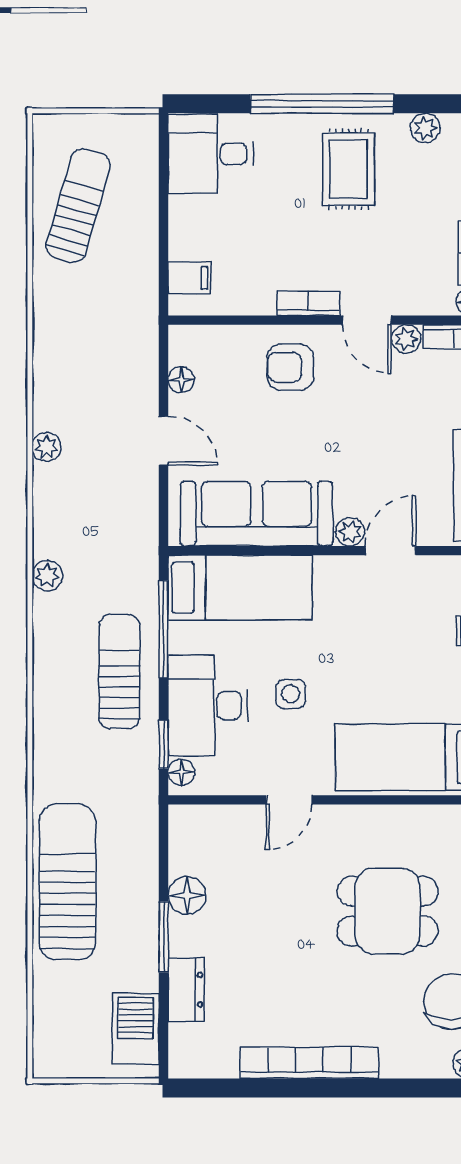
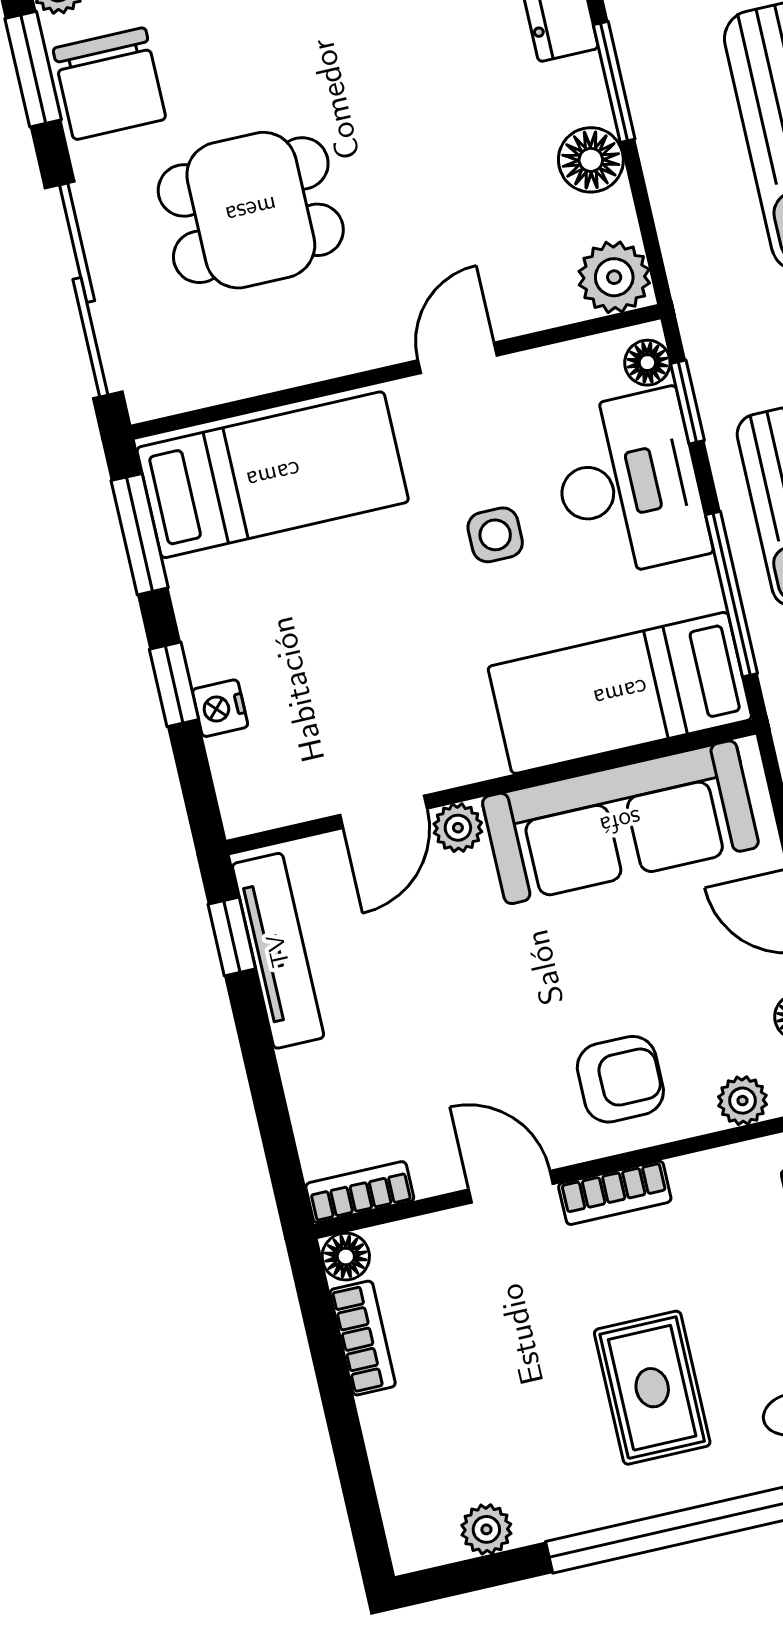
rug: (349, 169) -> (652, 1388), moved
plant: (406, 339) -> (742, 1101), moved
plant: (189, 825) -> (614, 277), added

